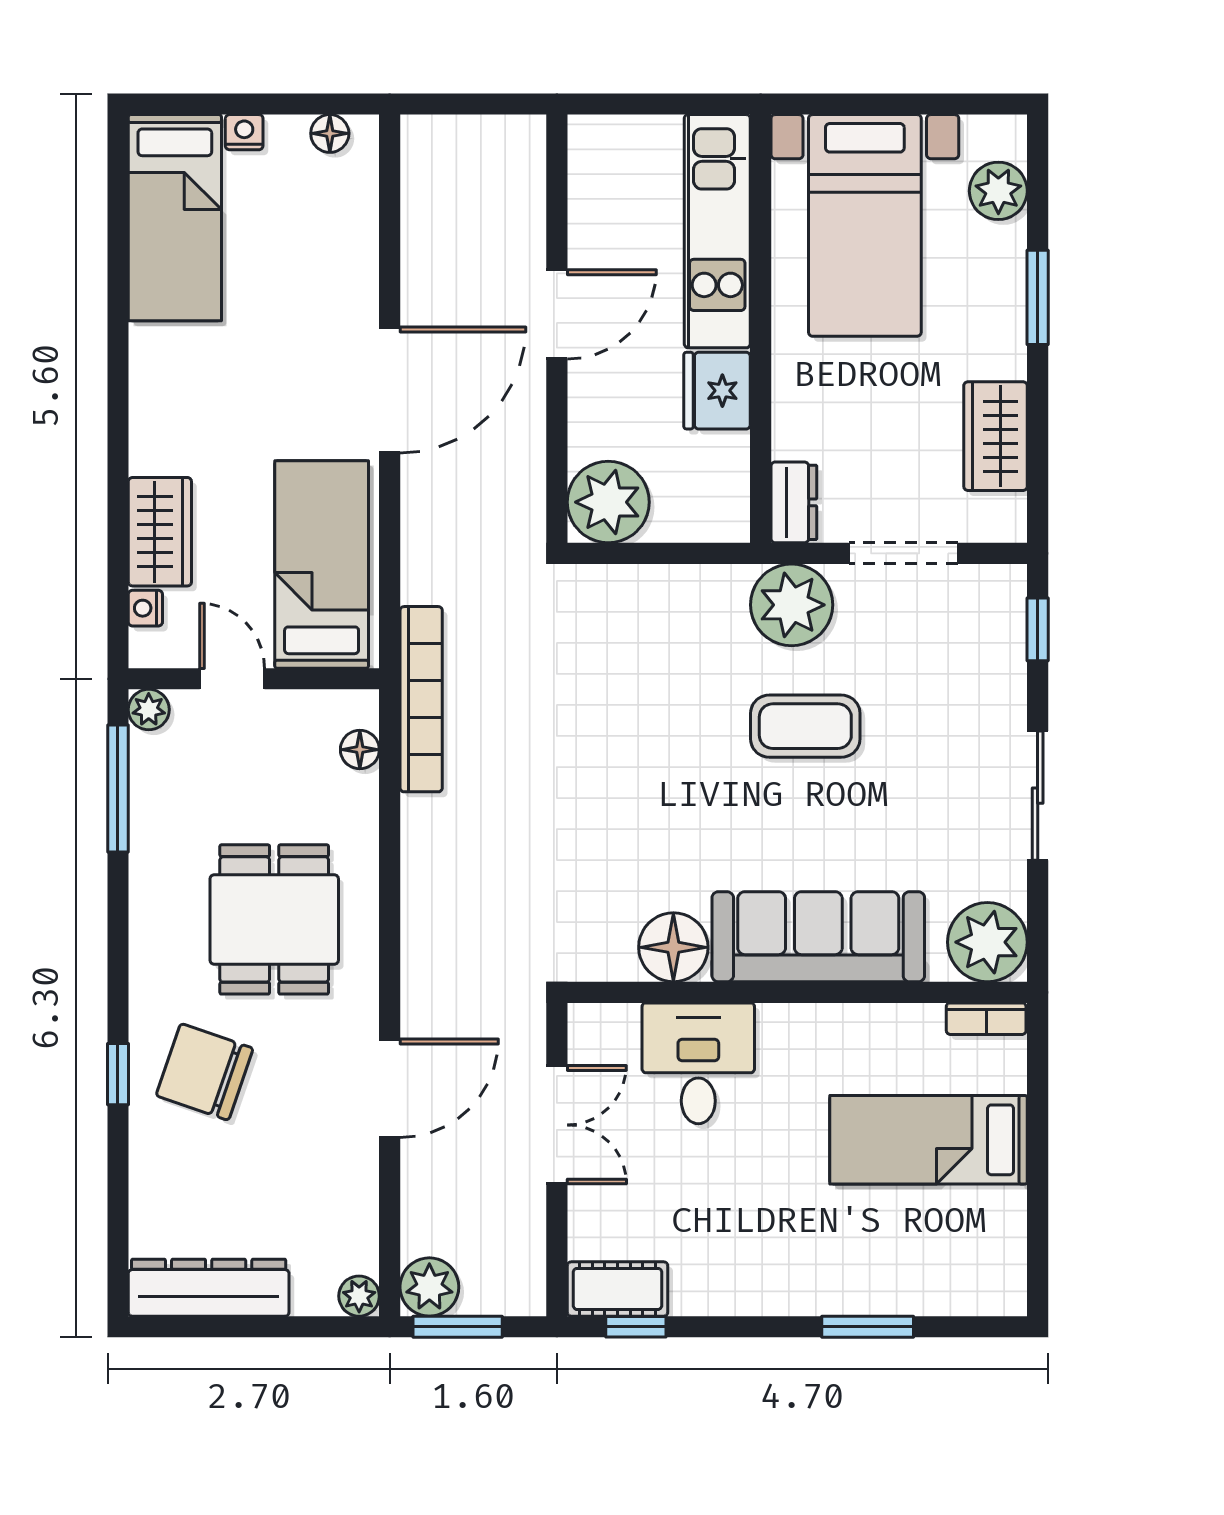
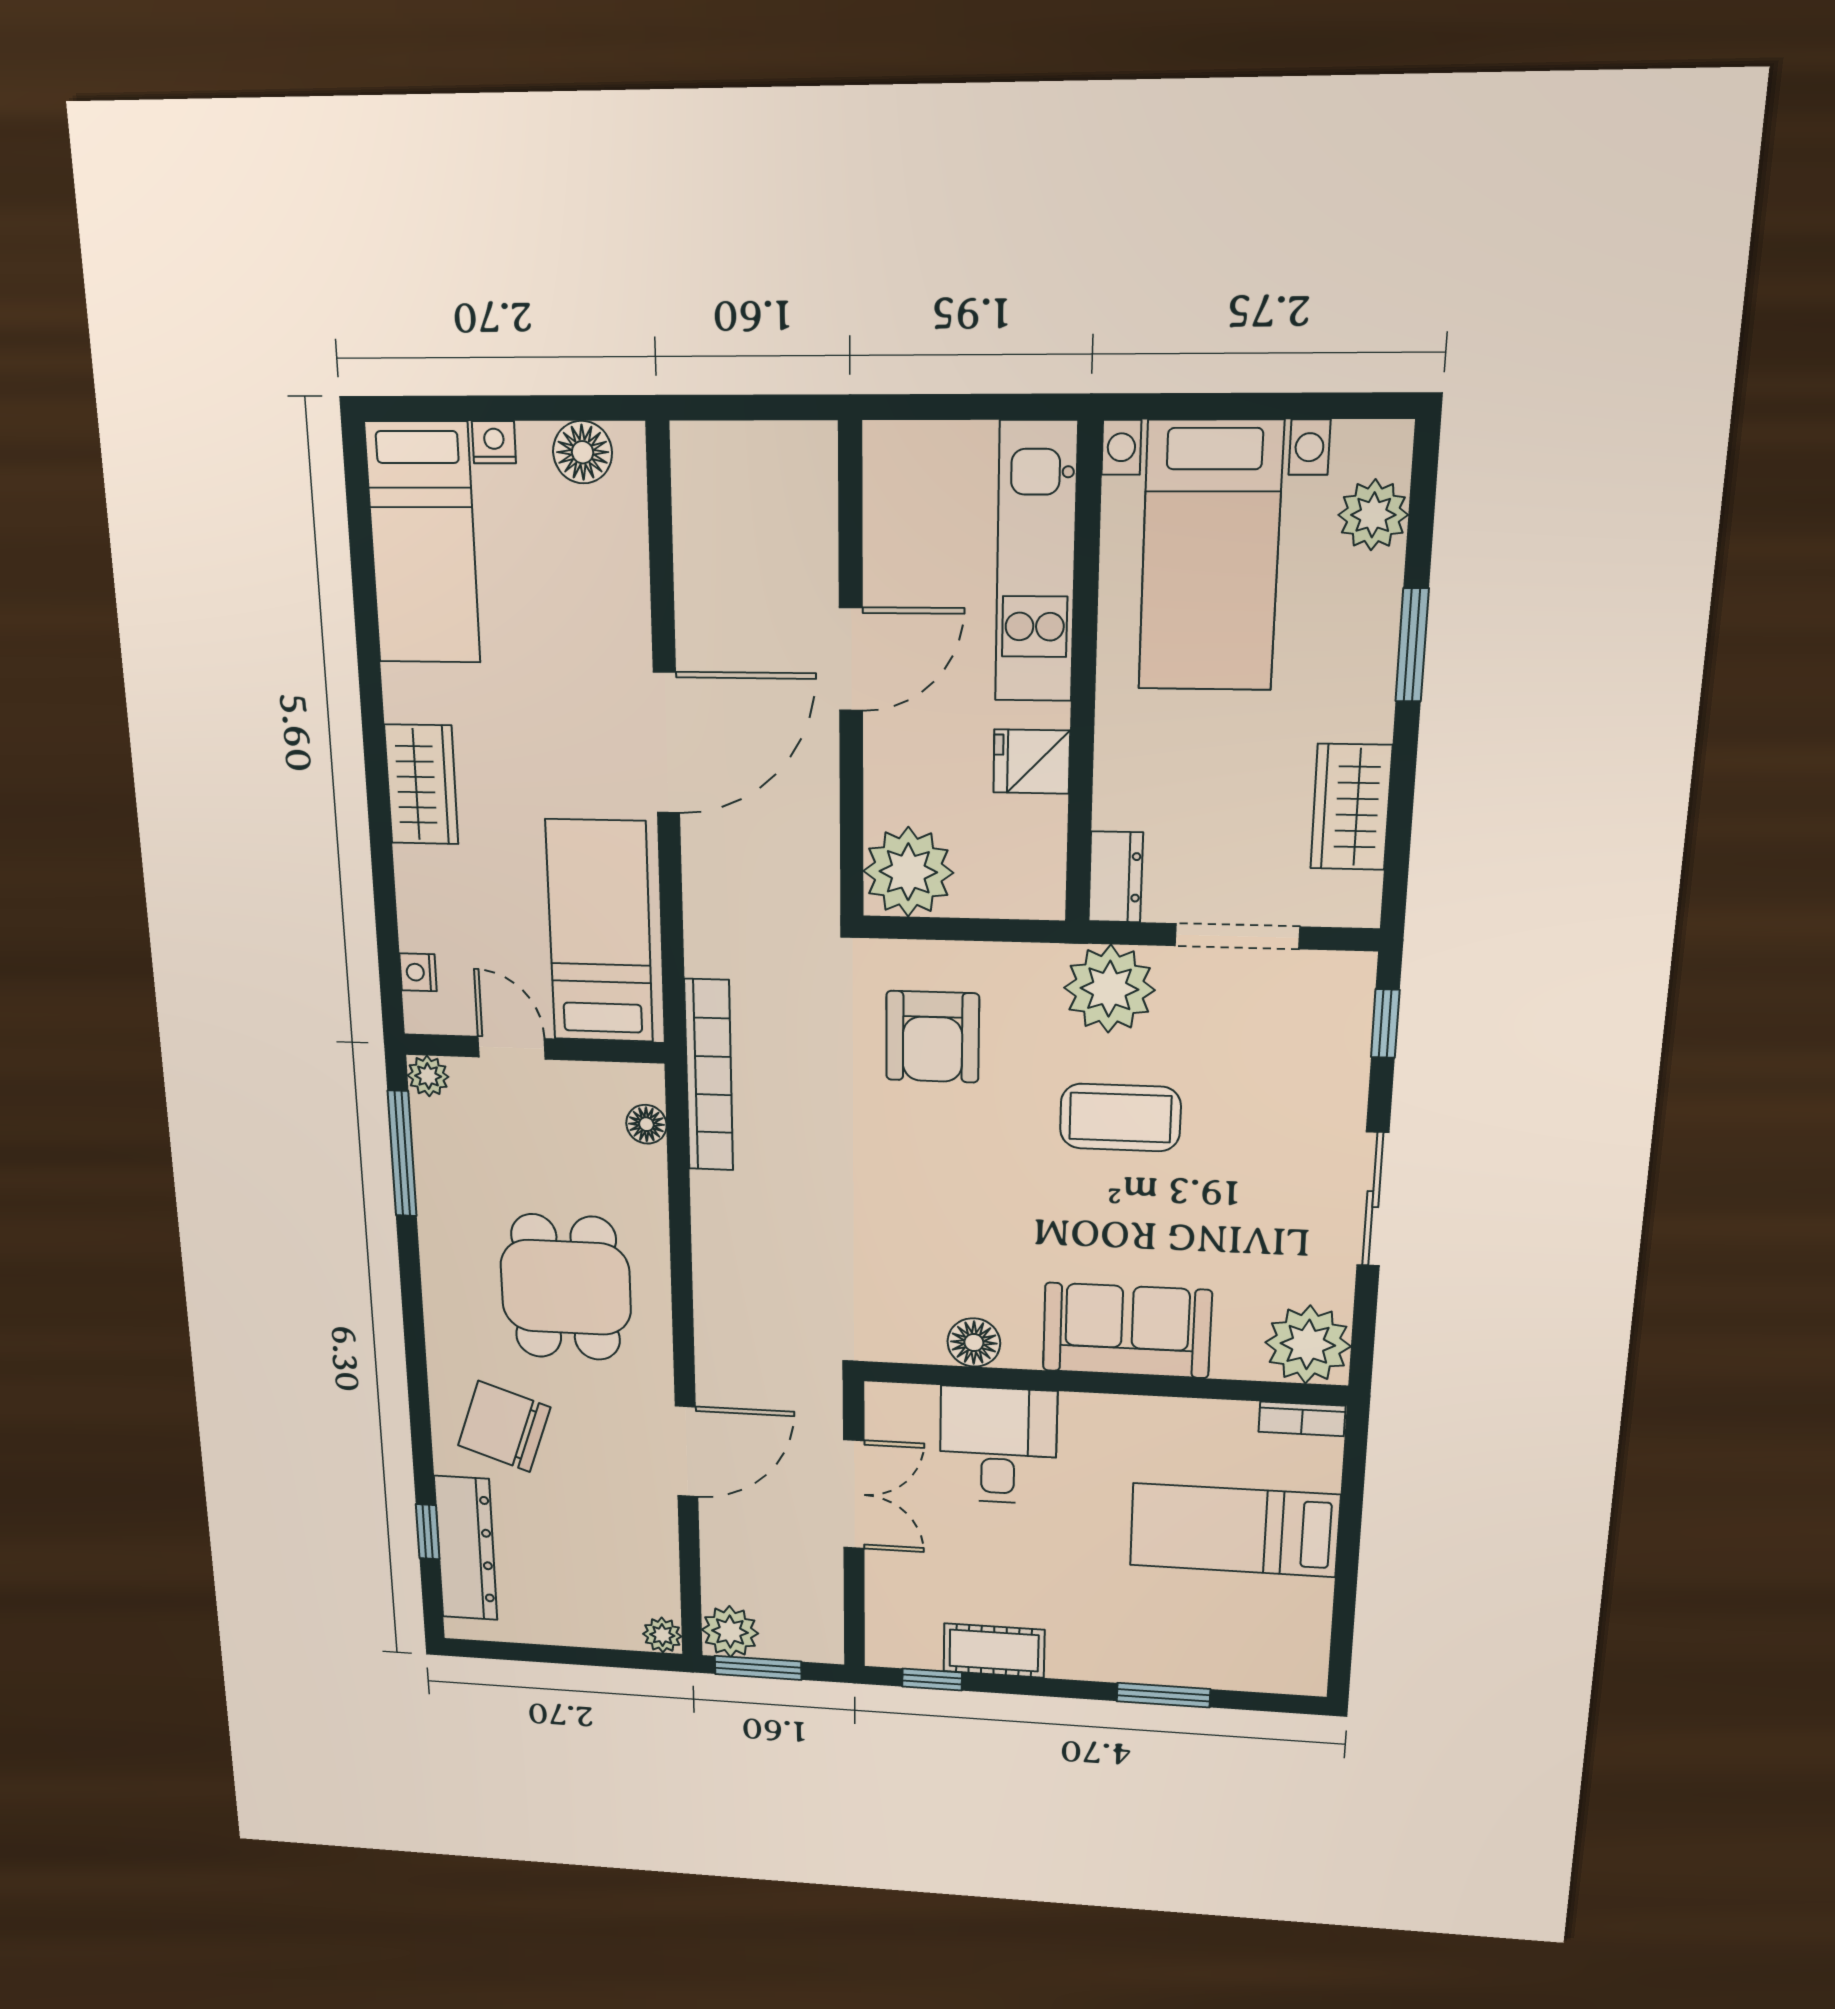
floor lamp: (330, 133) -> (583, 452), width x1.37, depth x1.37
fridge: (717, 391) -> (1032, 762), width x0.72
wardrobe: (160, 532) -> (421, 784), moved
armchair: (631, 655) -> (933, 1037), added
sofa: (818, 937) -> (1127, 1330), width x0.73
floor lamp: (673, 947) -> (974, 1343), width x0.73, depth x0.73
window: (118, 1074) -> (428, 1532), moved
dresser: (209, 1288) -> (466, 1548), moved, turned 90
cot: (617, 1289) -> (994, 1651), moved

